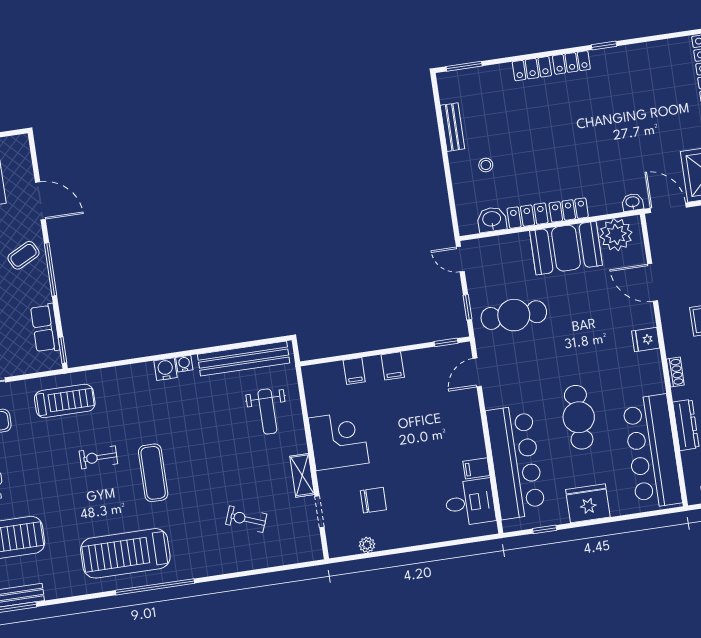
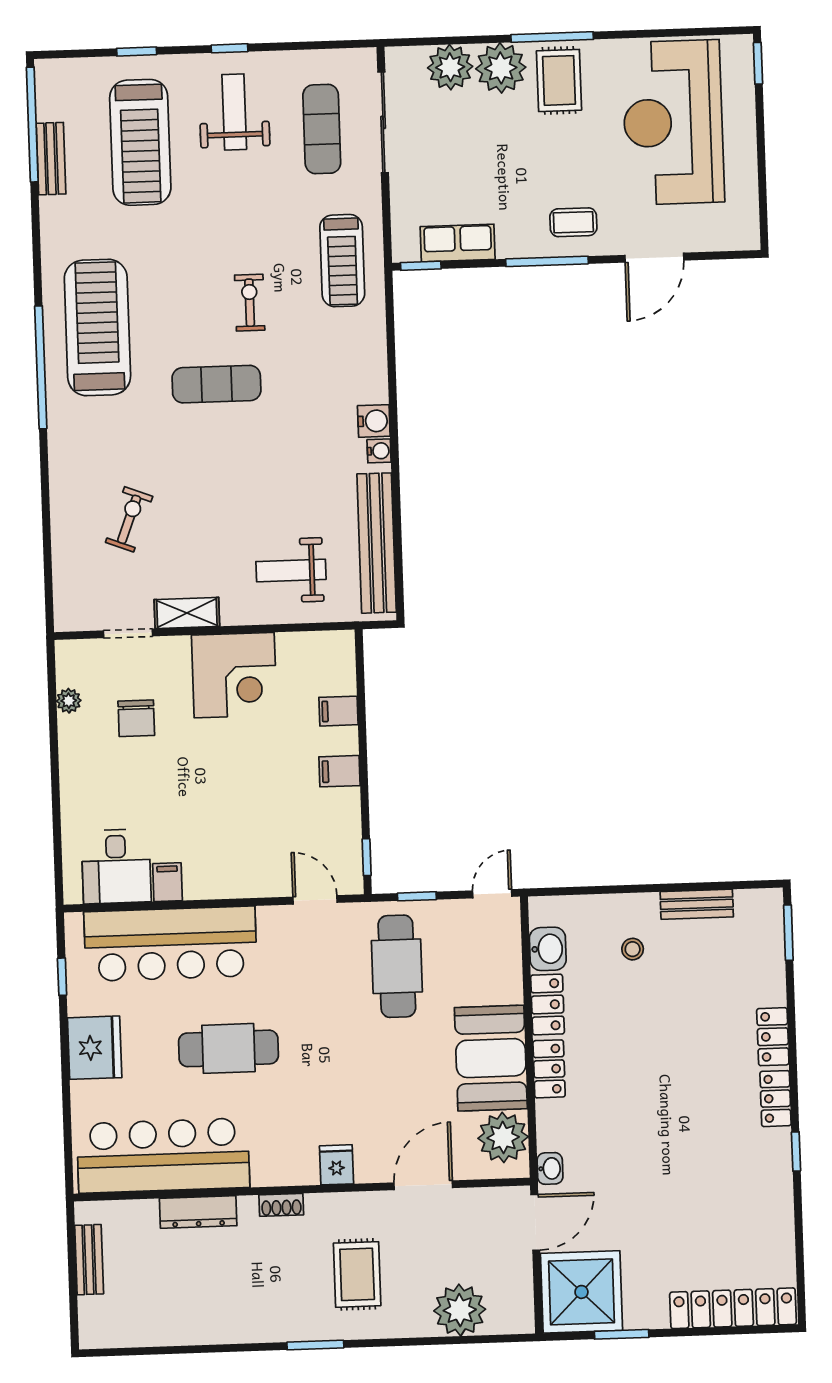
coffee table: (23, 255) -> (573, 222), turned -63

